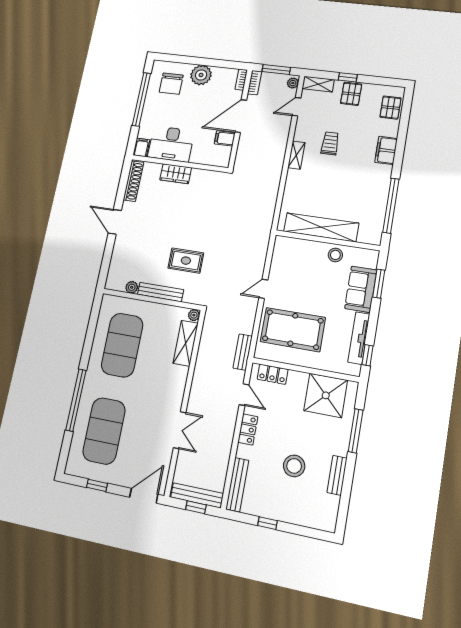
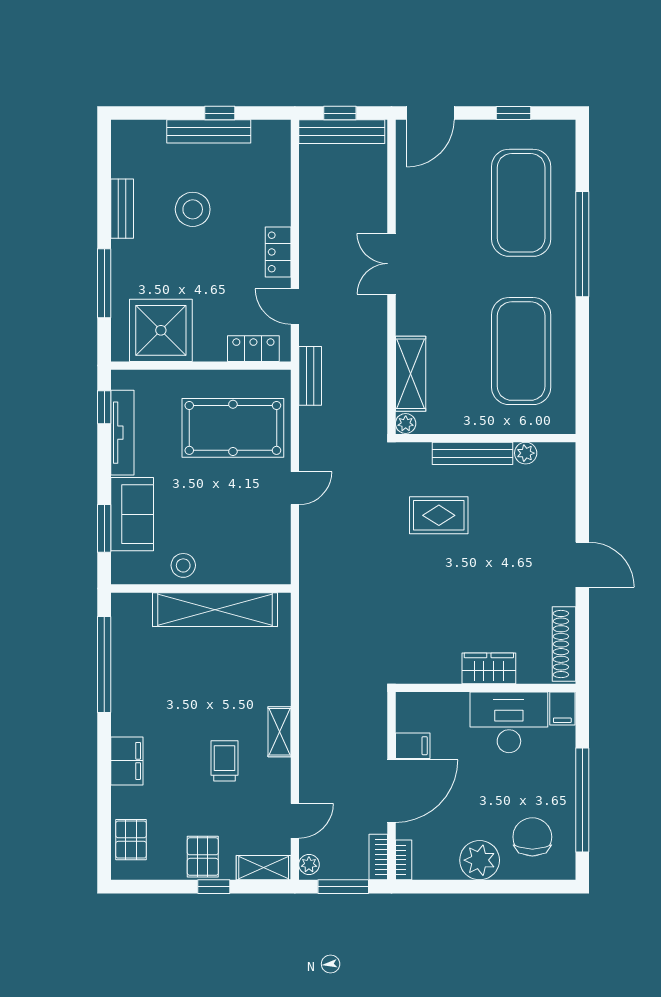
trolley: (330, 143) -> (225, 761), turned 180
double door: (180, 430) -> (391, 264), moved
bench: (237, 485) -> (209, 131), moved, turned 90

